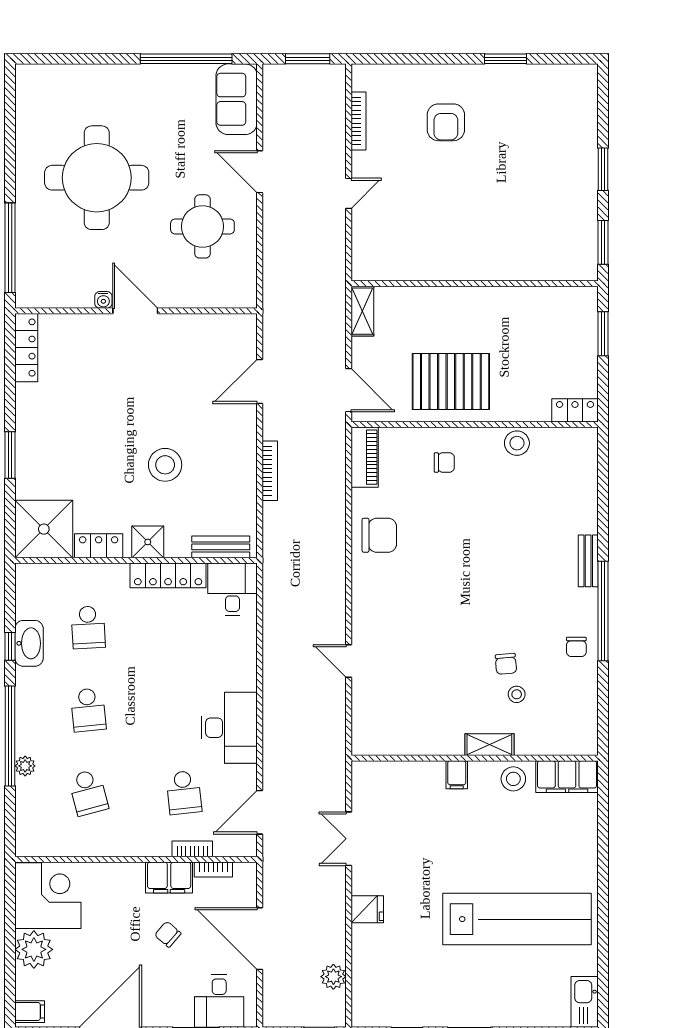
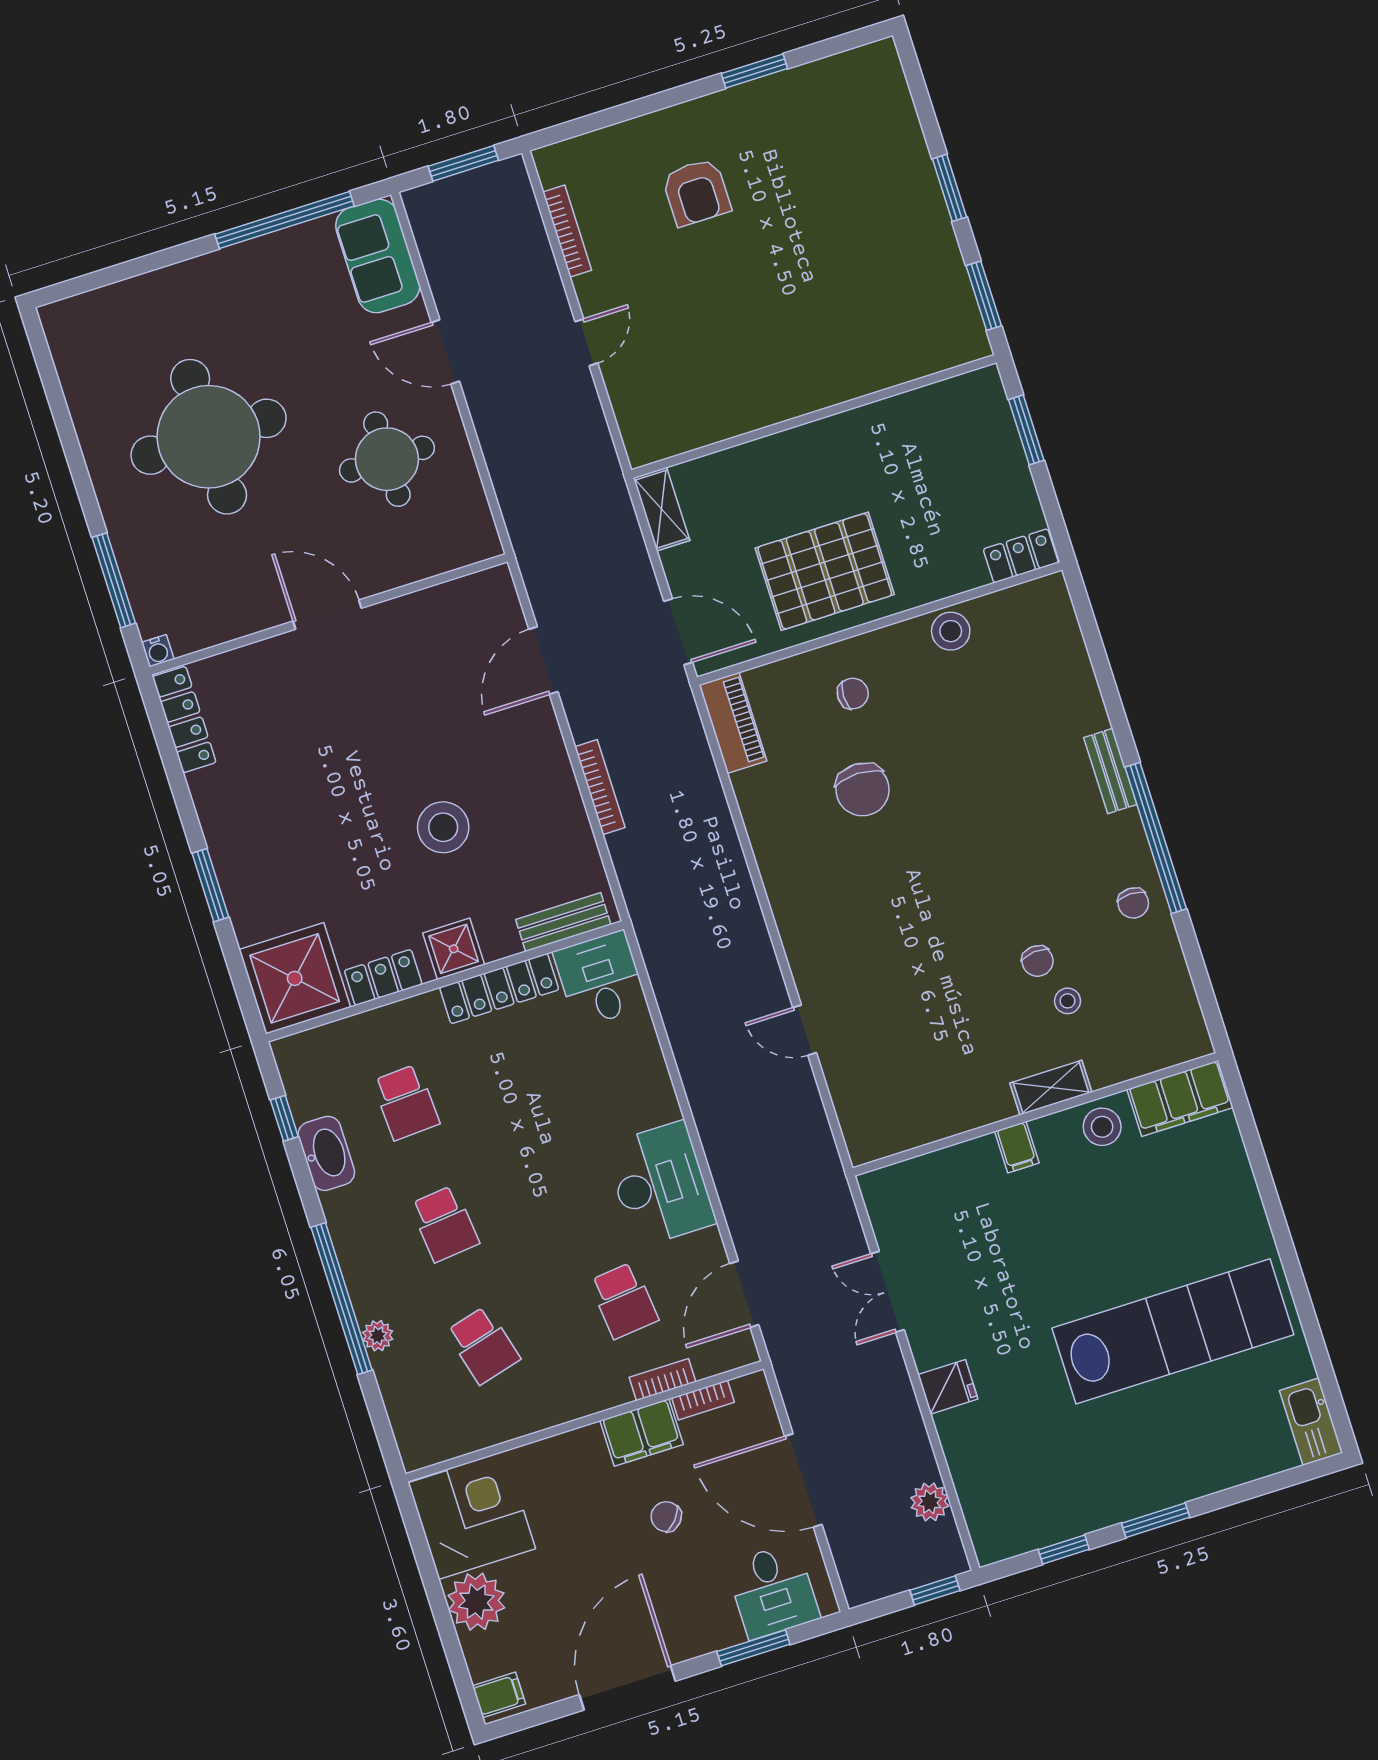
window: (10, 248) -> (114, 580), width x0.68
water cooler: (103, 300) -> (158, 651), moved
chair: (379, 535) -> (862, 790), moved, turned 90
window: (10, 646) -> (284, 1118), moved

